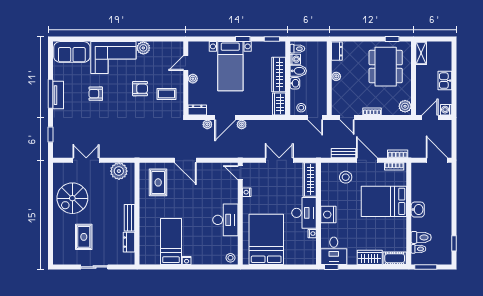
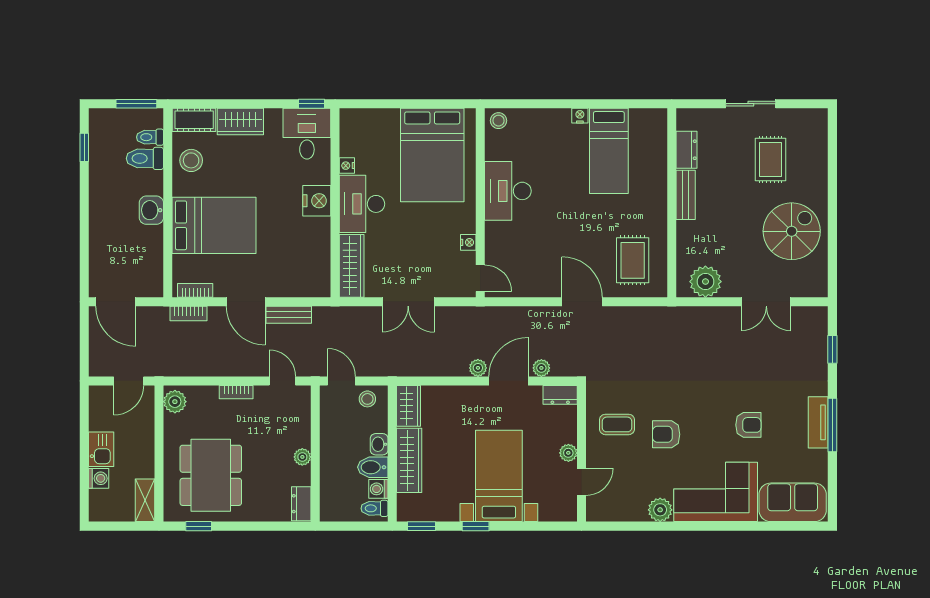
washing machine: (446, 110) -> (99, 478), moved
stool: (346, 177) -> (191, 160), moved

